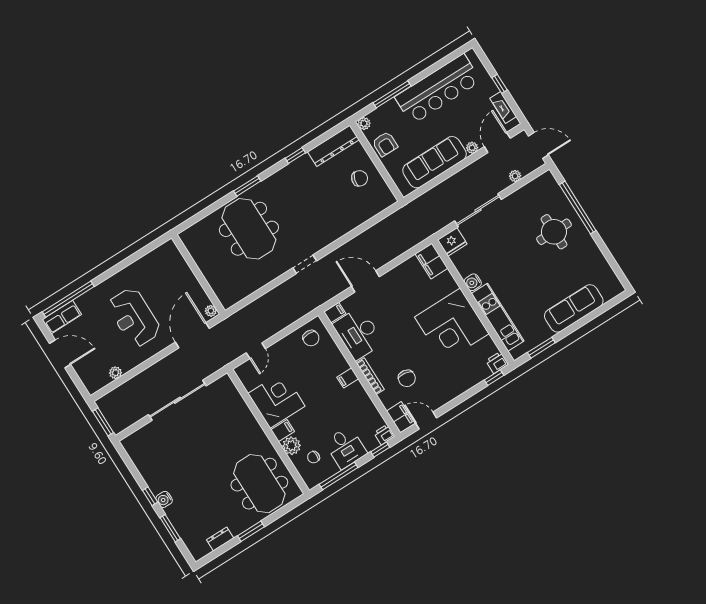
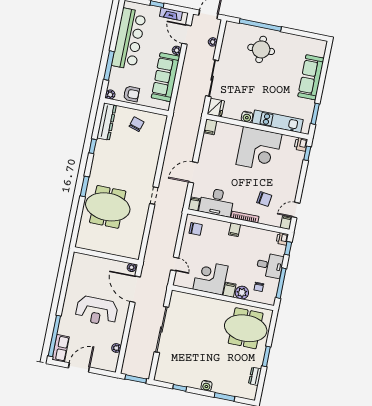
filing cabinet: (431, 261) -> (210, 127), width x0.50
filing cabinet: (401, 417) -> (286, 223), width x0.50
window: (150, 496) -> (180, 388), moved

